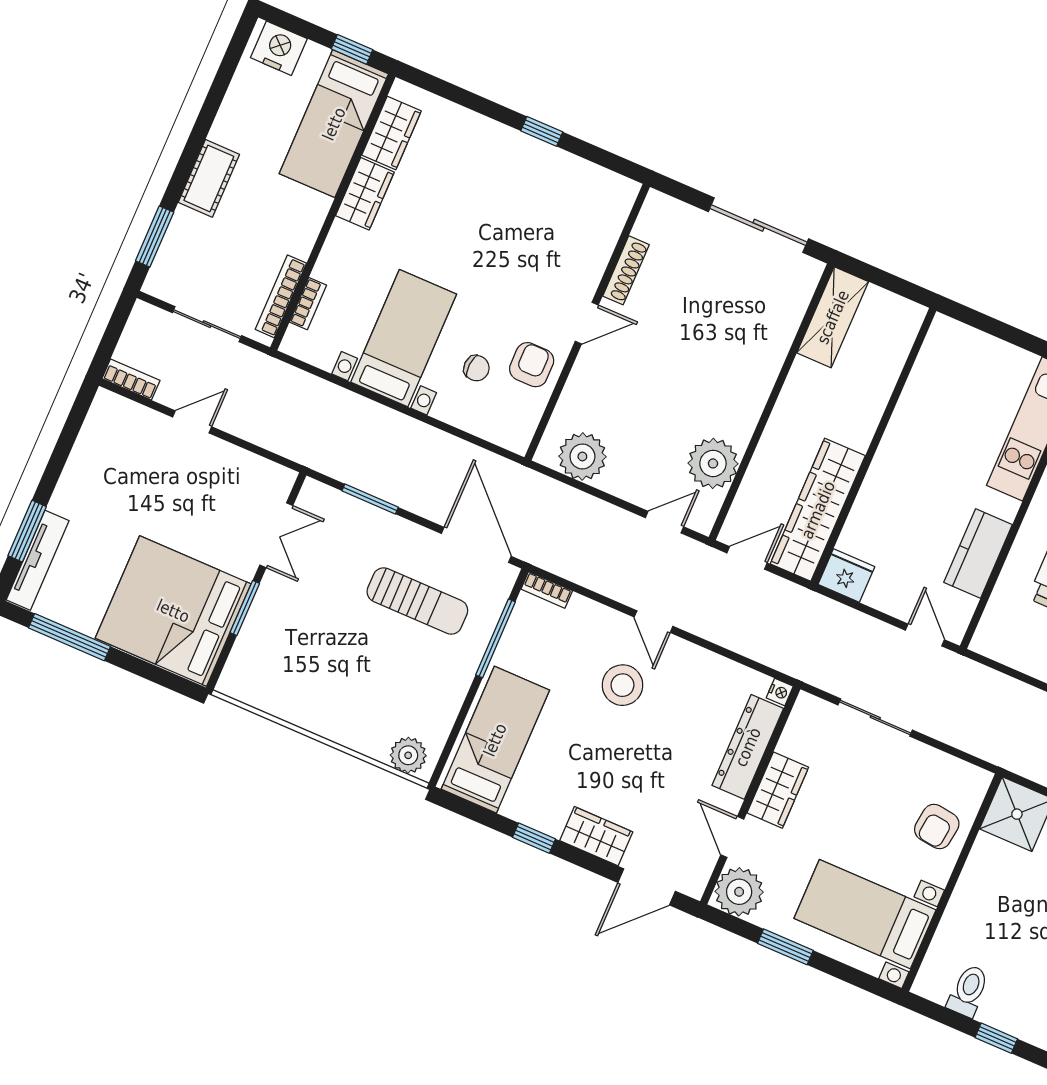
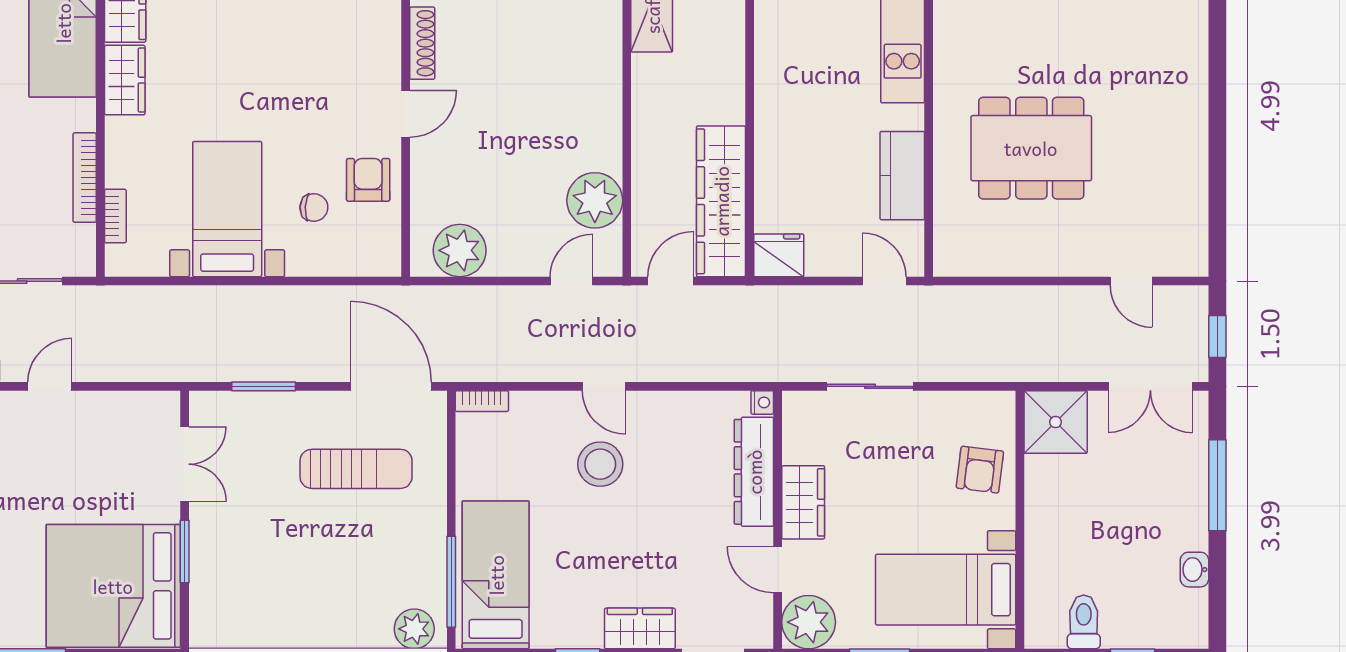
bookcase: (281, 296) -> (85, 178), moved
window: (495, 638) -> (451, 582), moved

